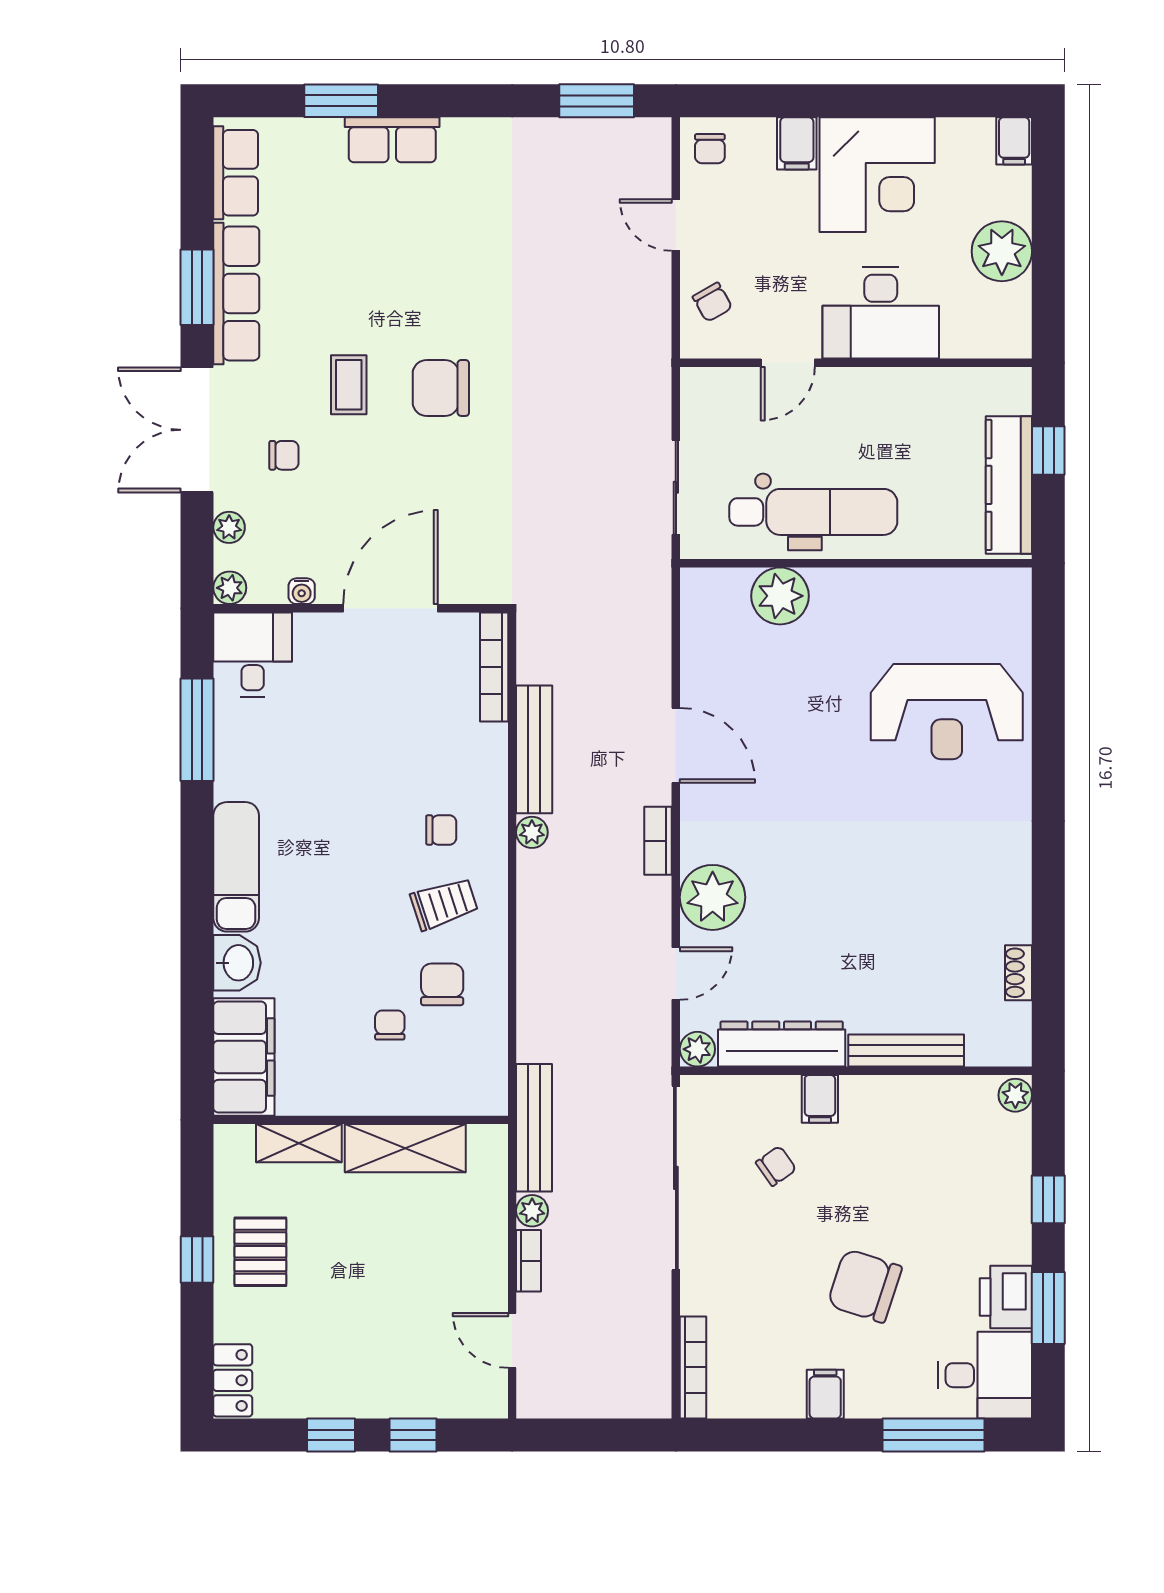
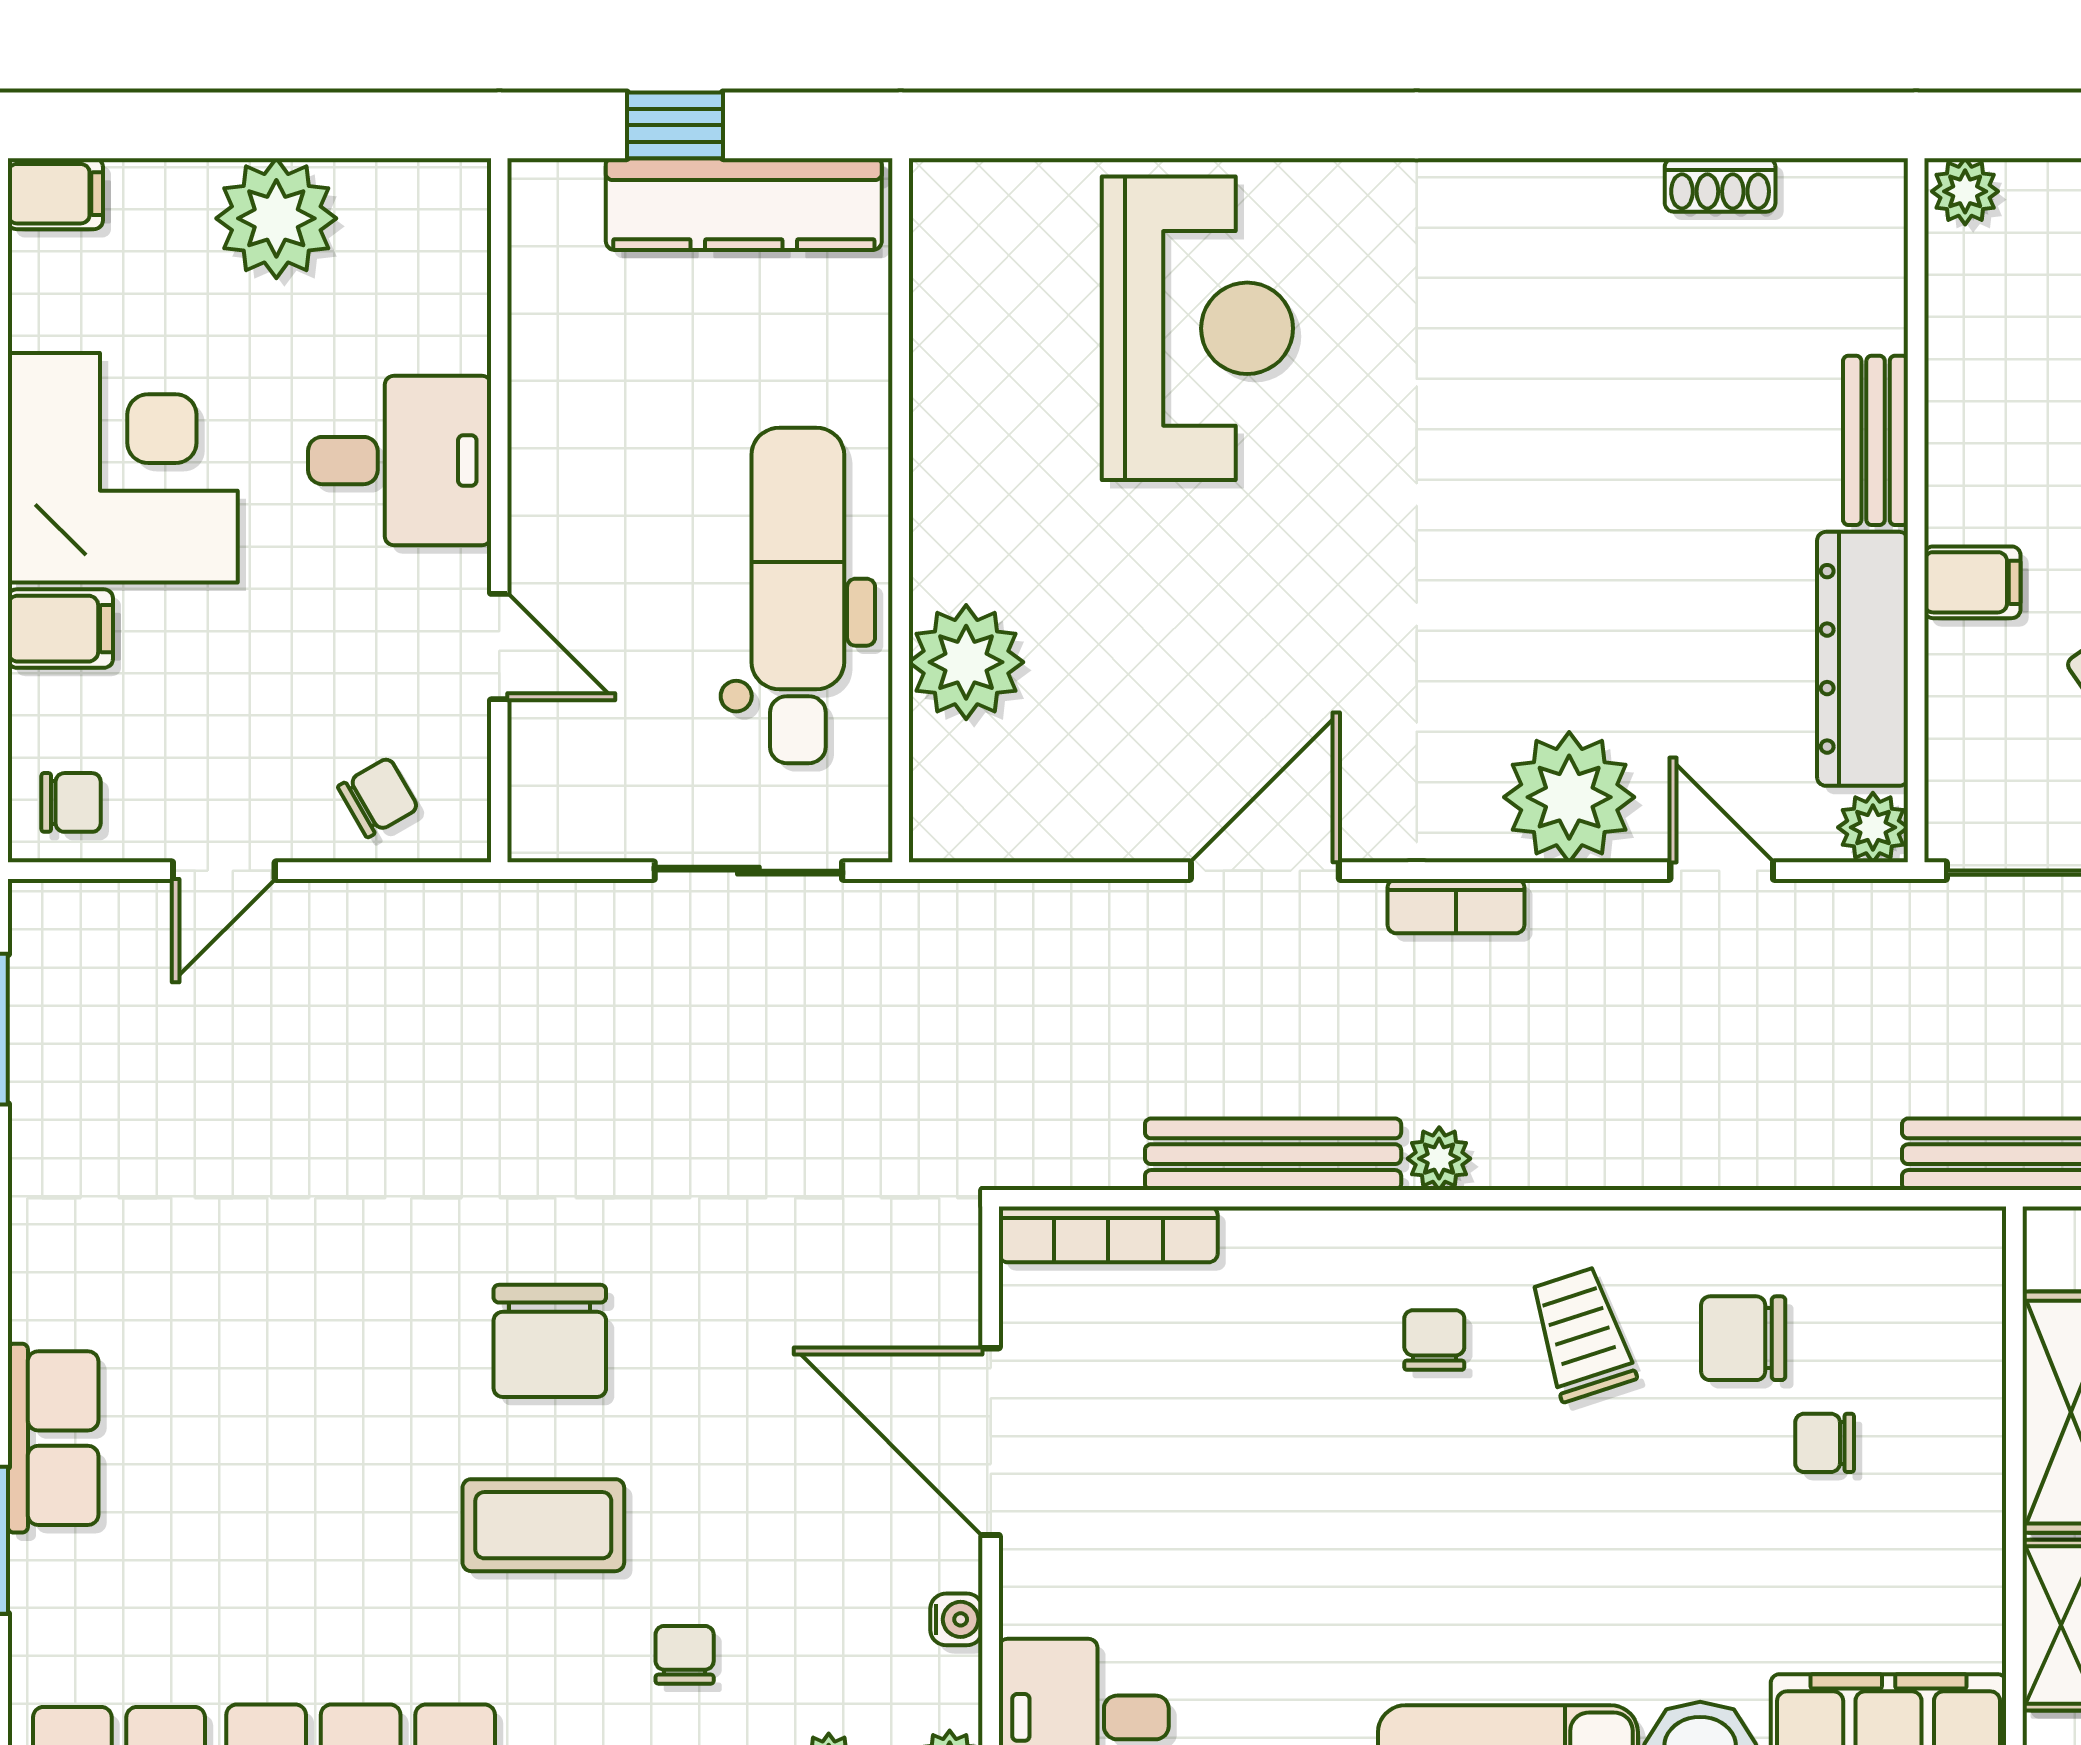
desk: (881, 313) -> (400, 461), width x0.73
coffee table: (349, 385) -> (543, 1525), width x1.36, depth x1.30
bench: (906, 1050) -> (1876, 440), width x0.73

